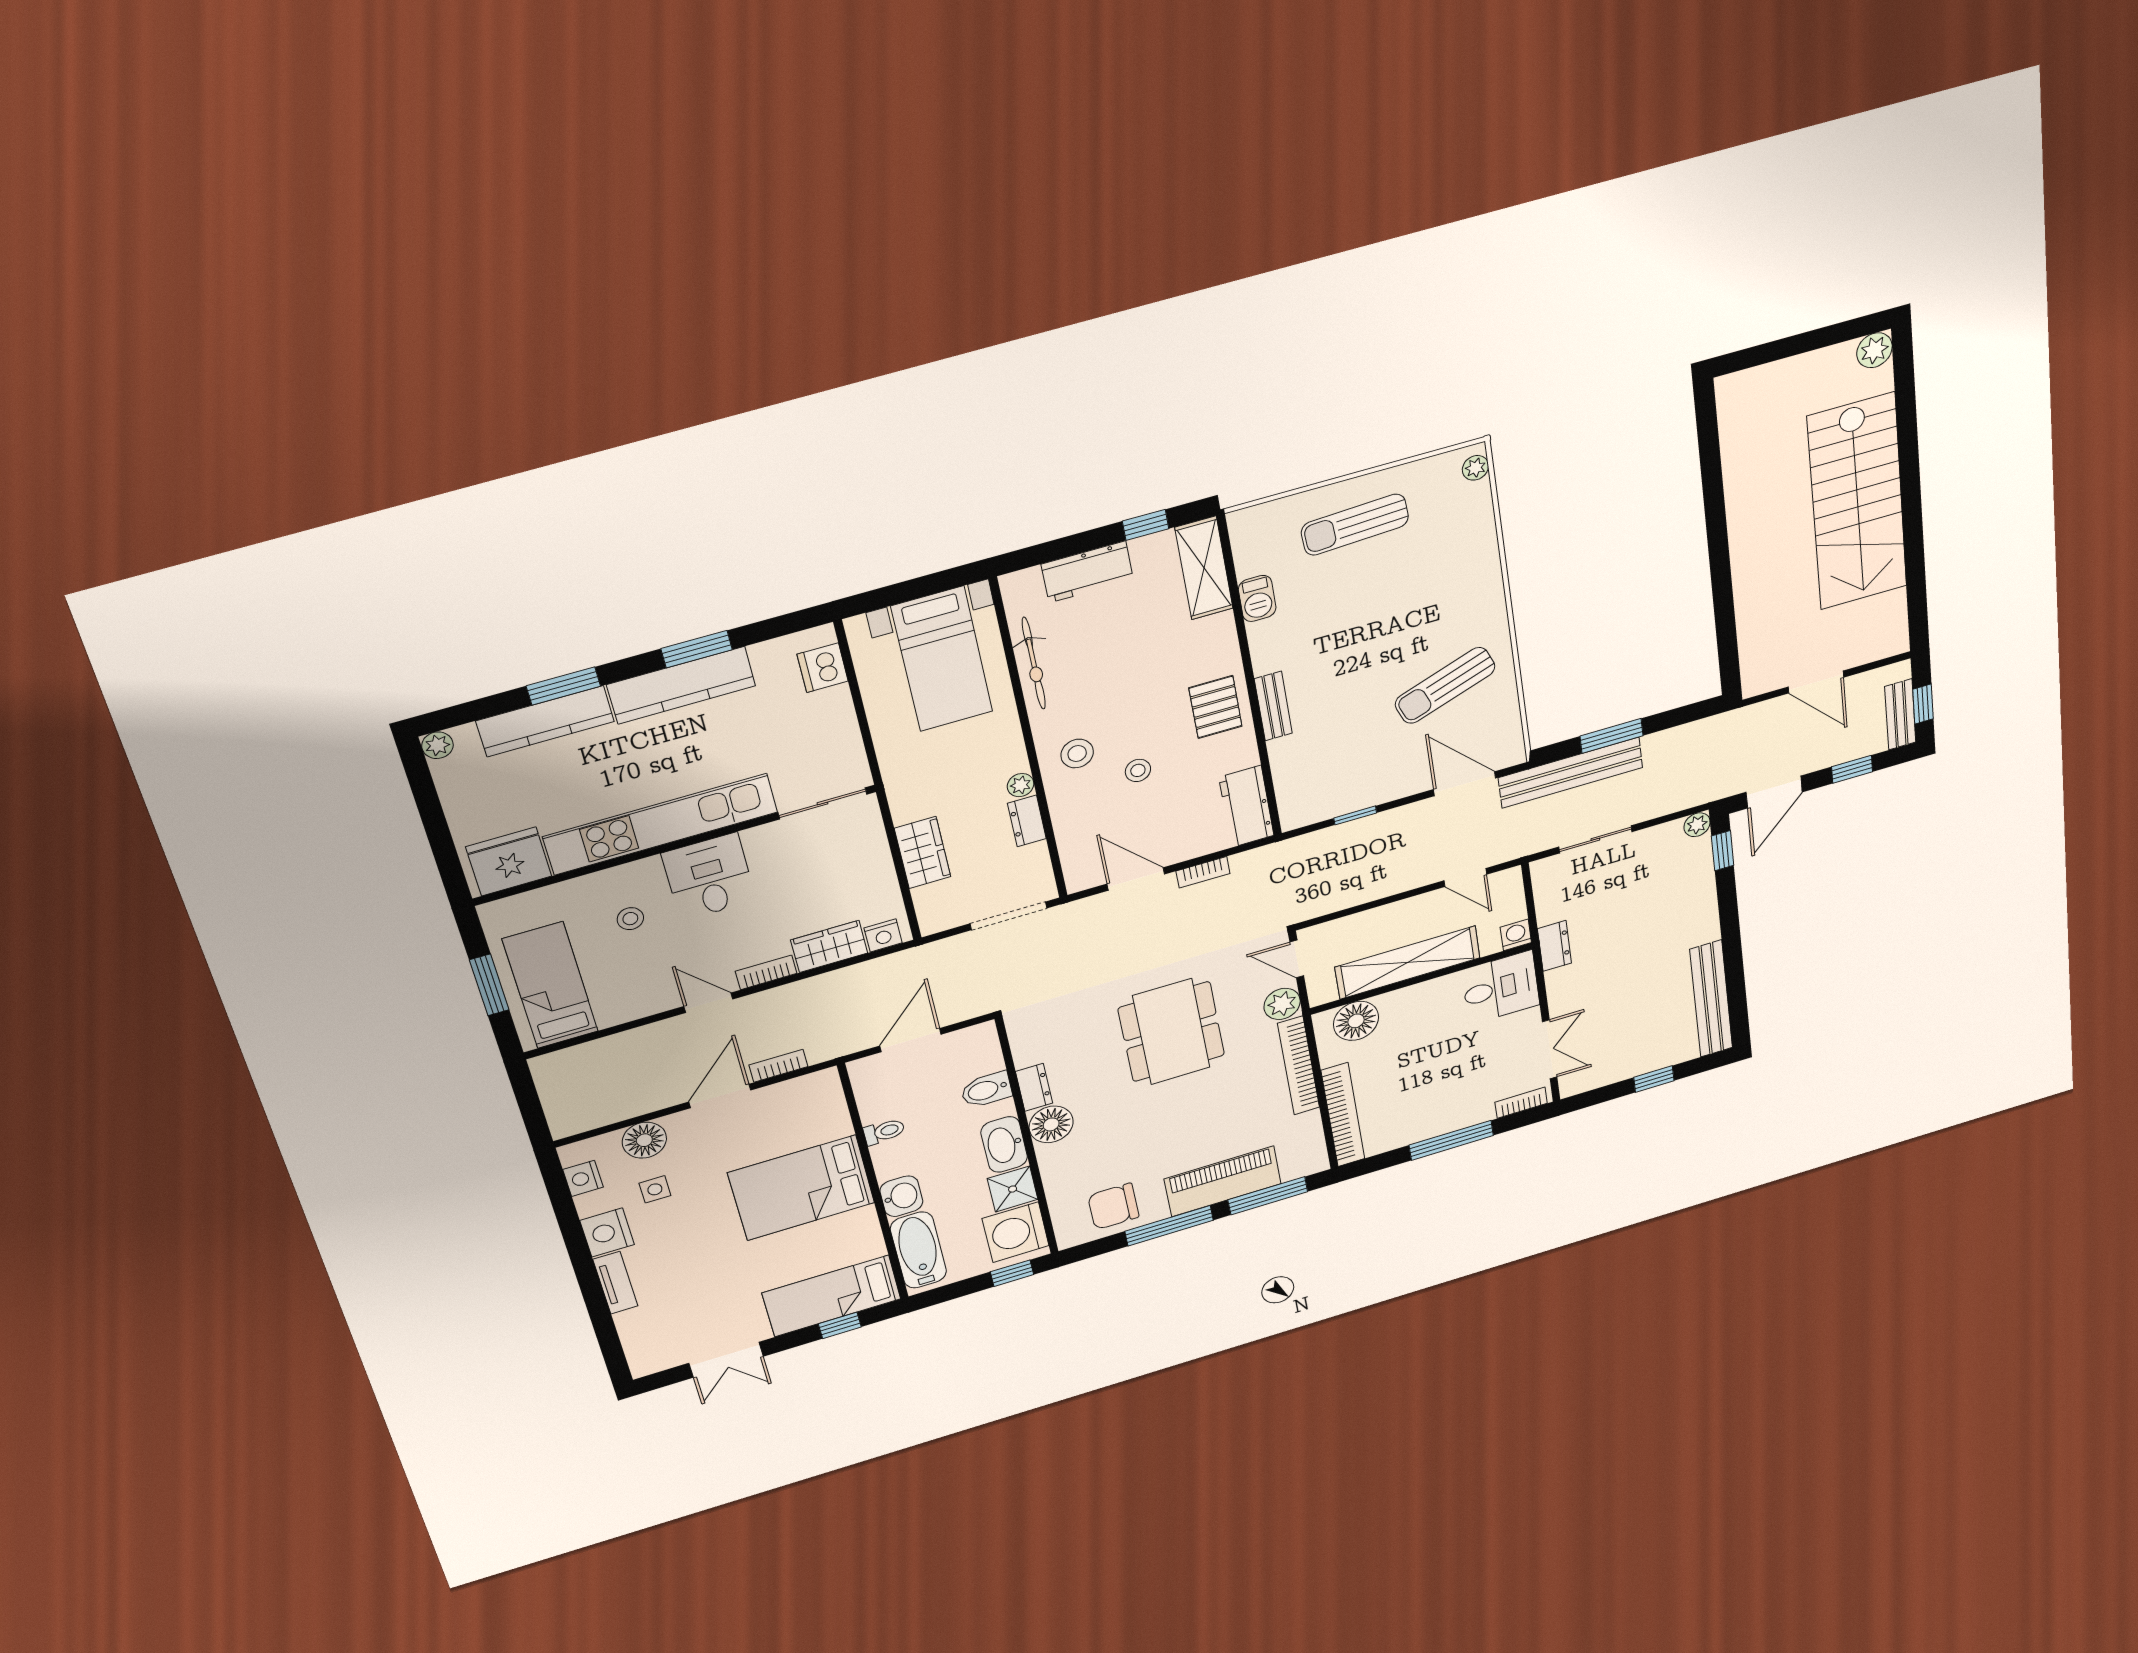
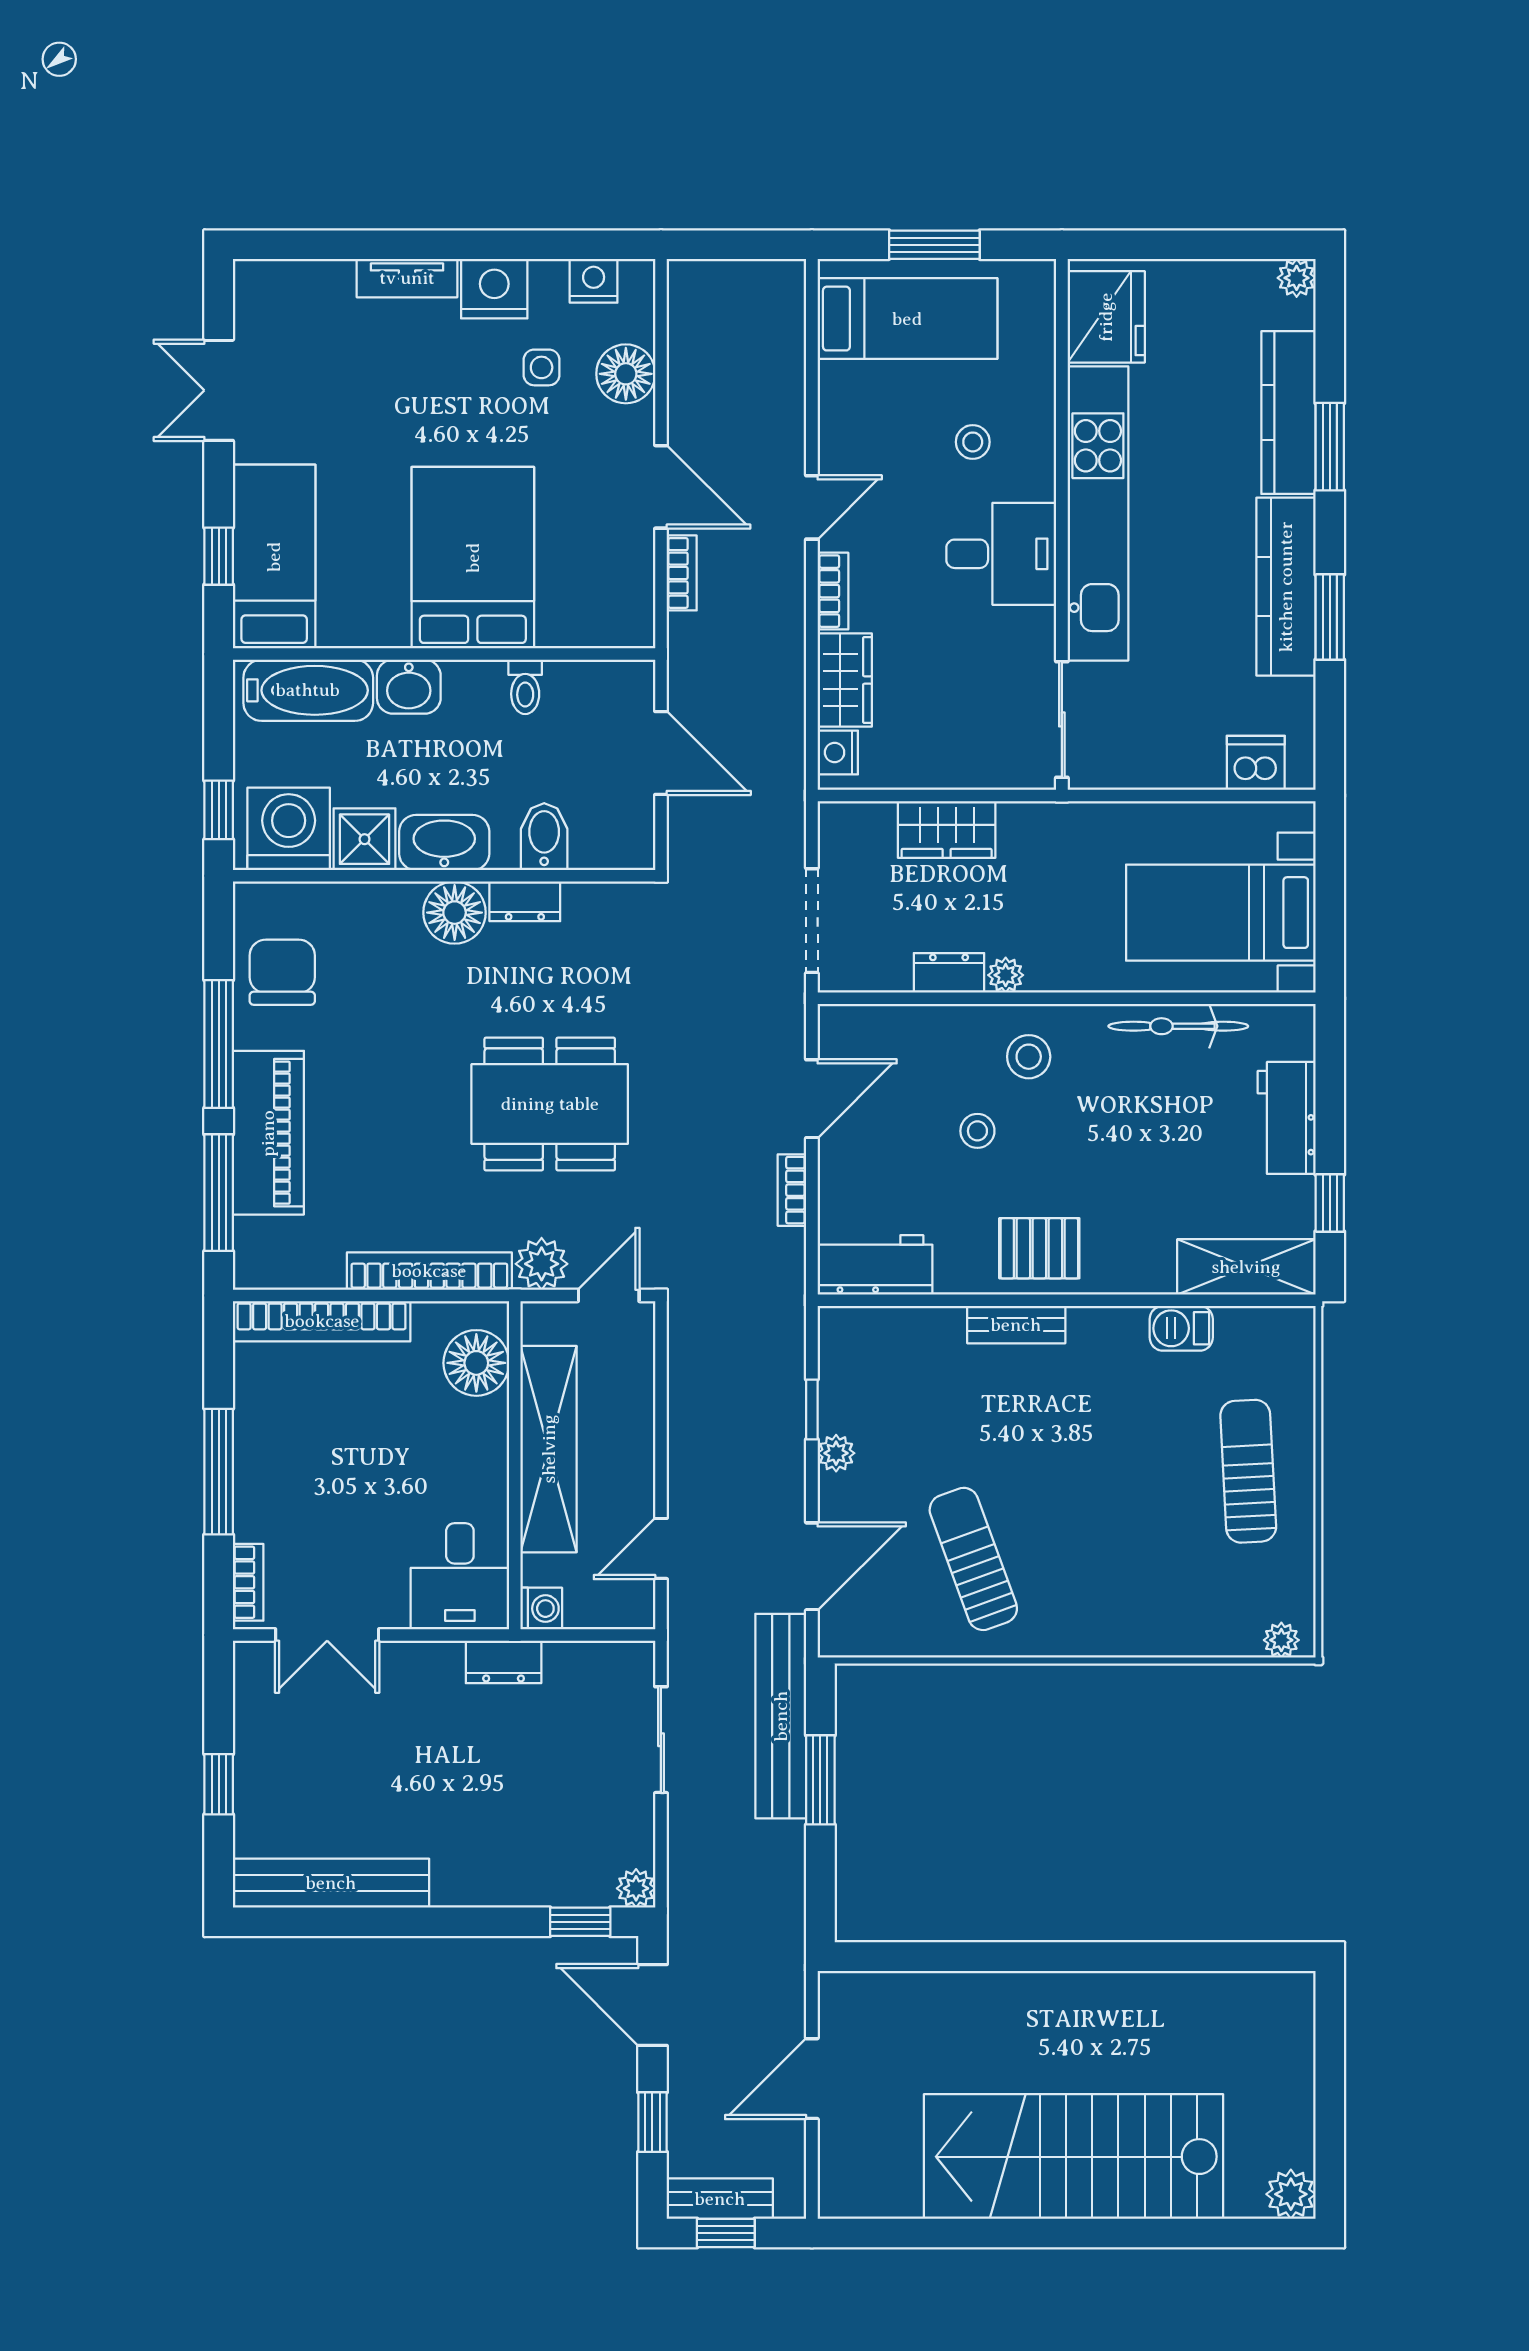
plant: (1383, 792) -> (836, 1453), added

